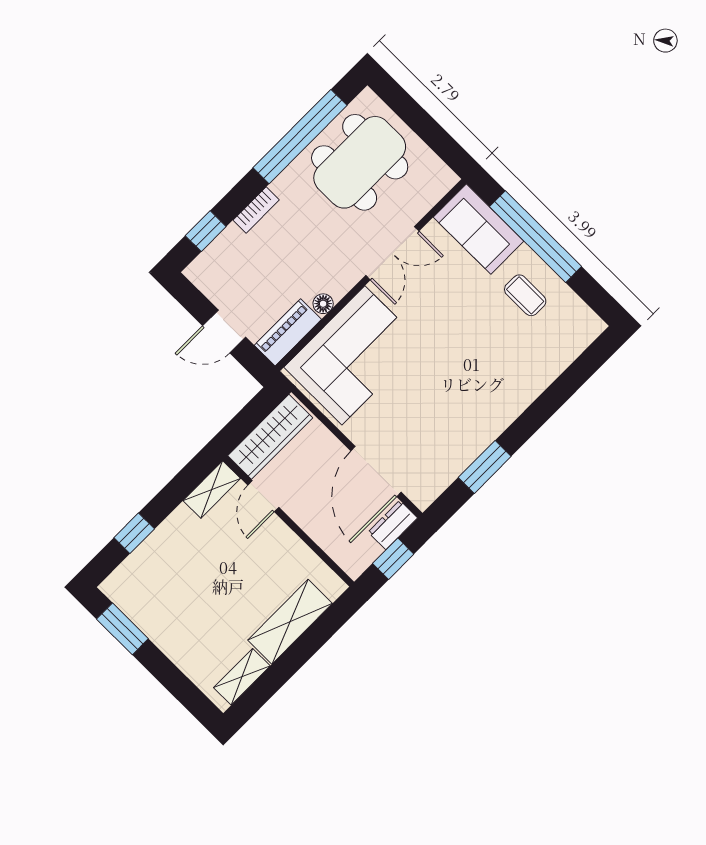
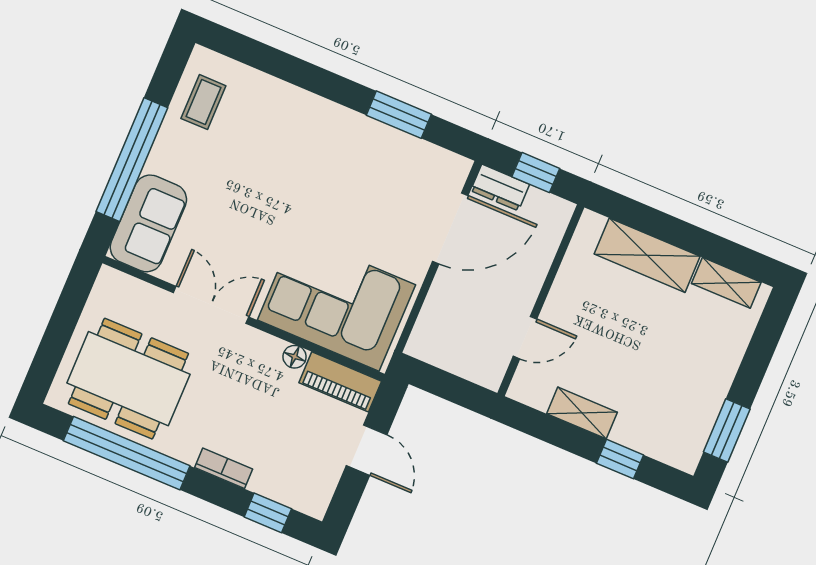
coffee table: (525, 295) -> (203, 102), moved
wardrobe: (270, 437) -> (459, 356), removed
shelving: (212, 490) -> (582, 413), moved

